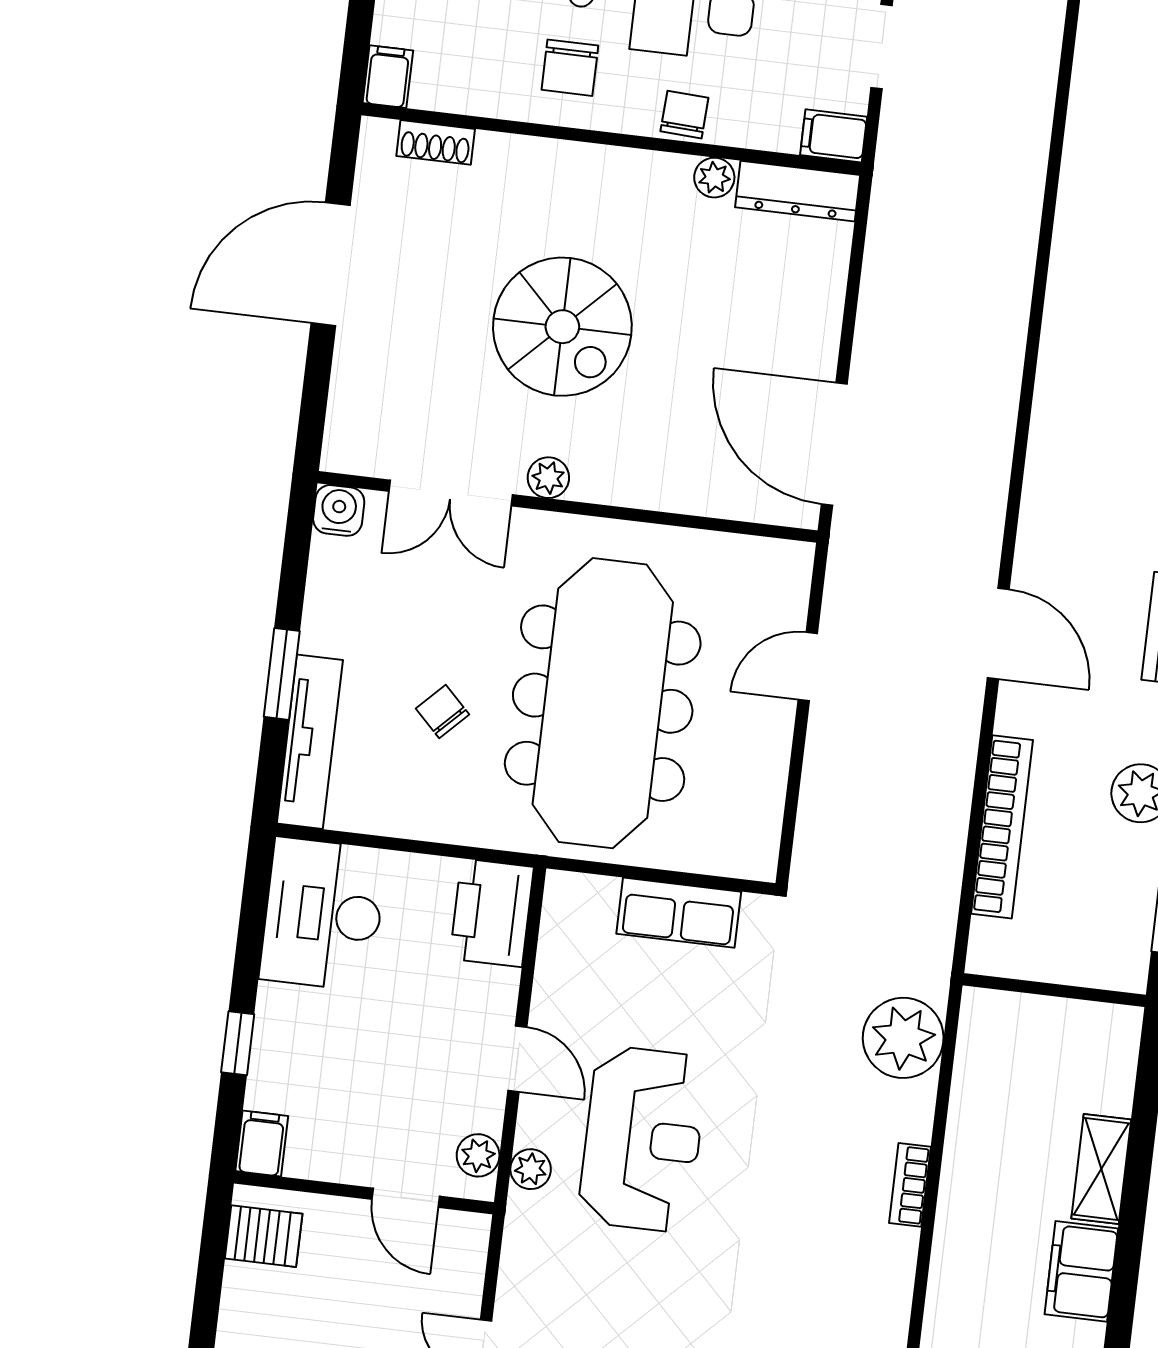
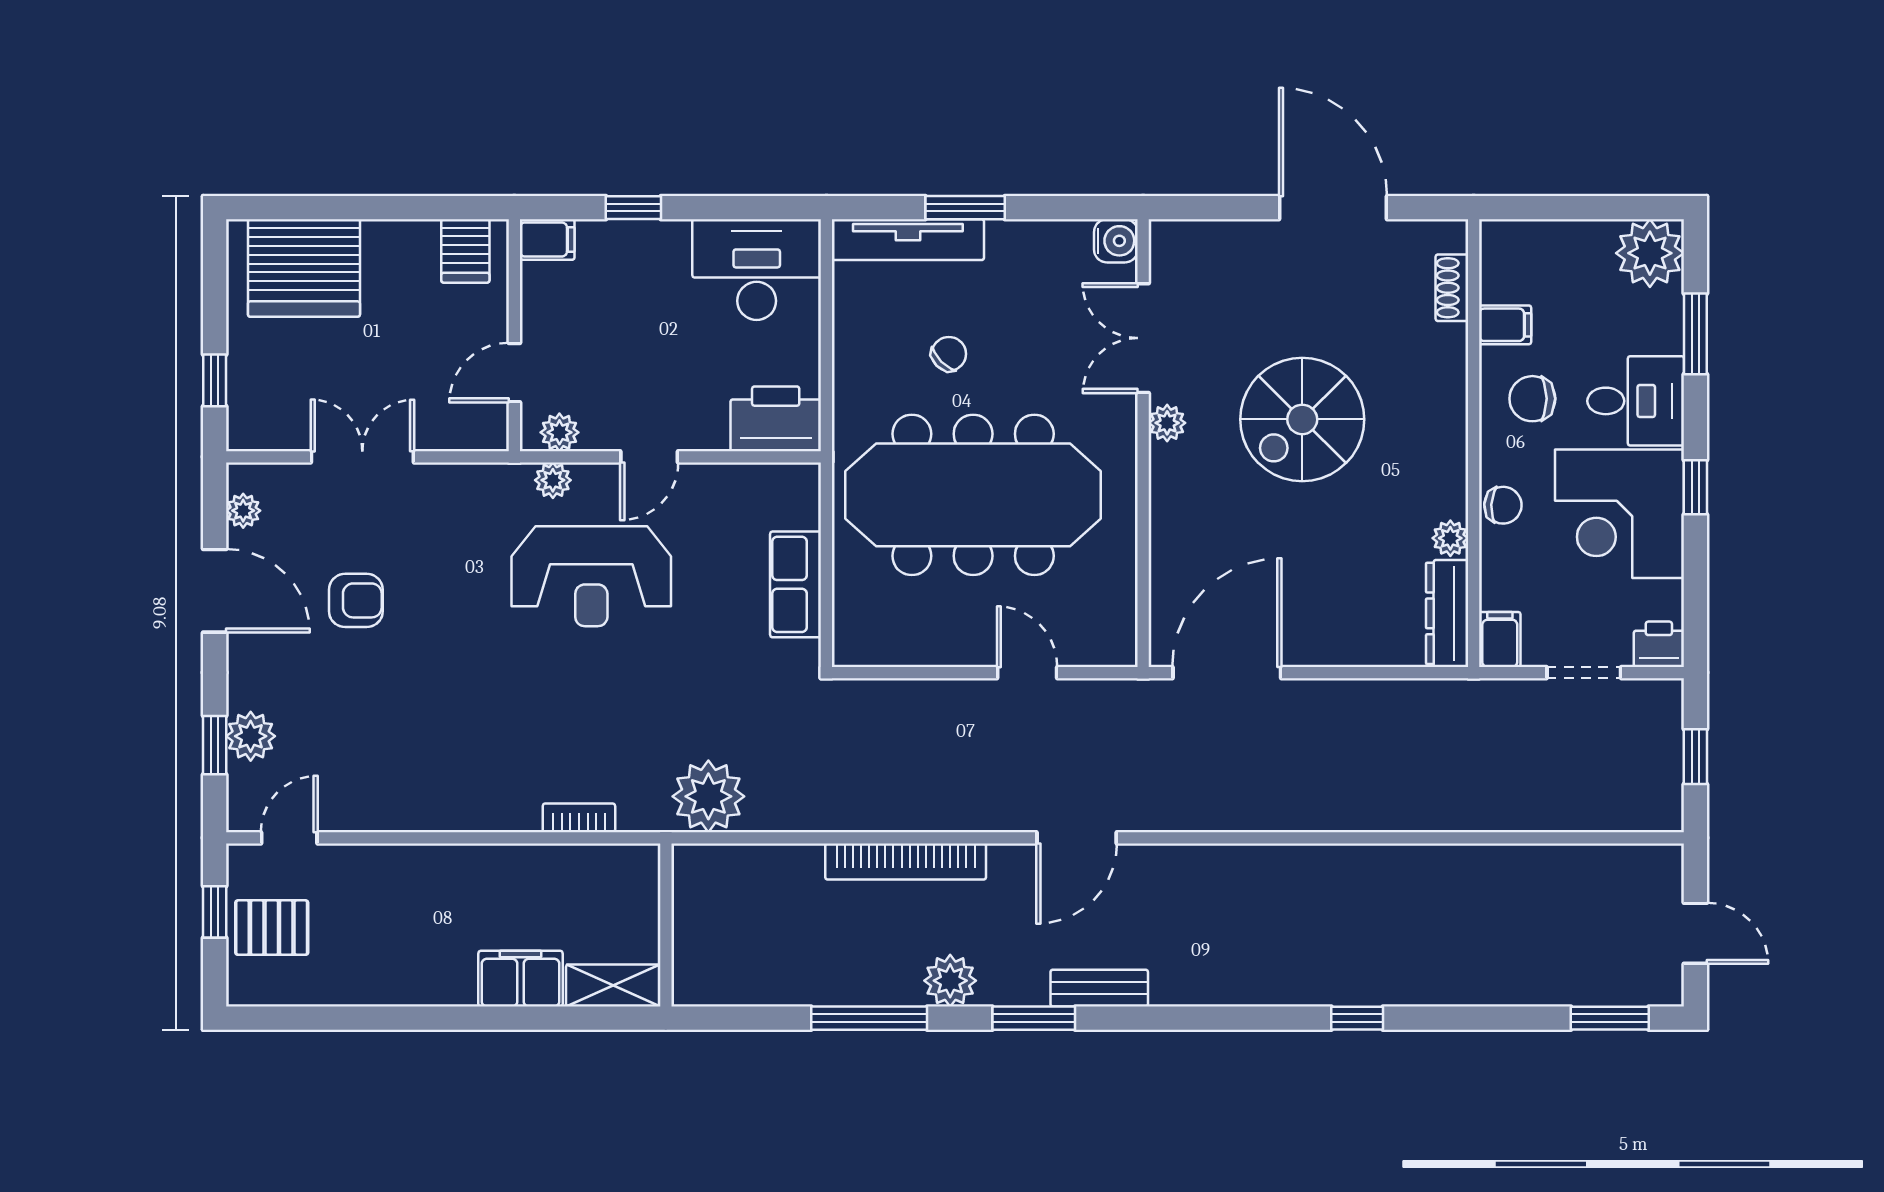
filing cabinet: (388, 77) -> (1505, 325), moved
wall: (1054, 990) -> (666, 925), moved

